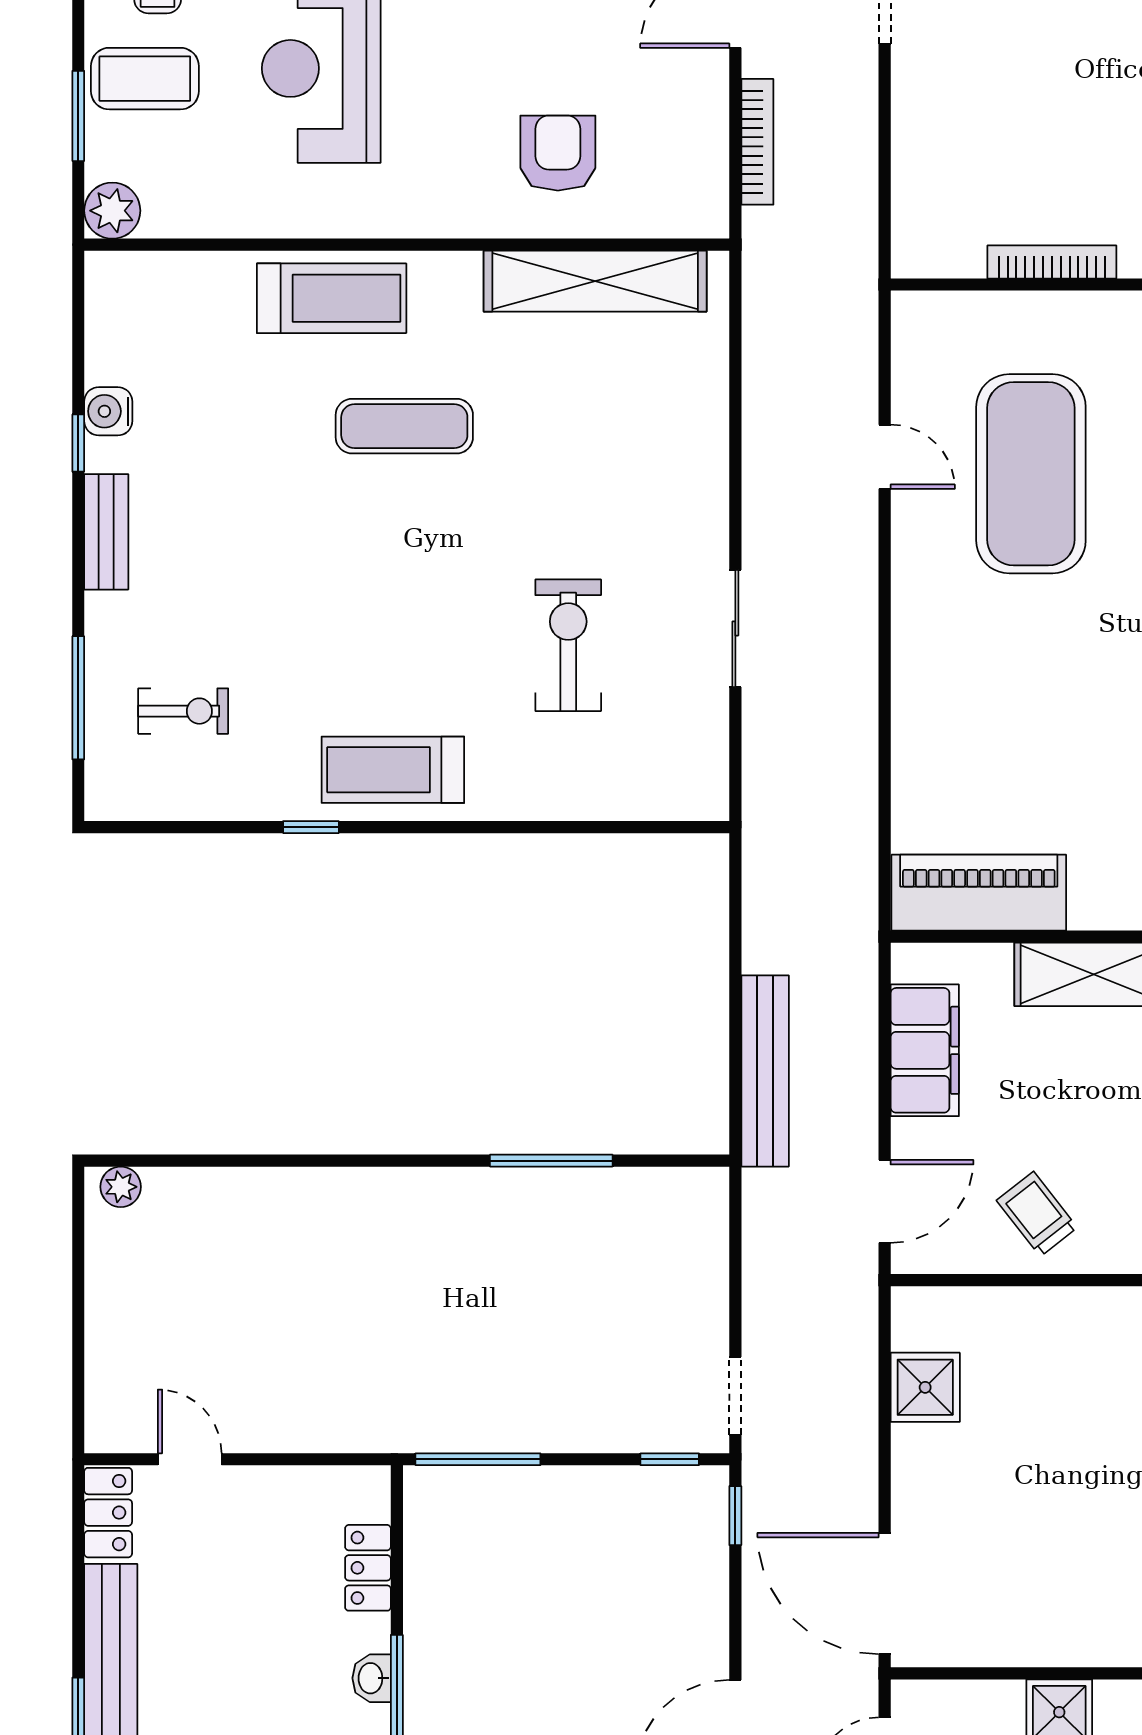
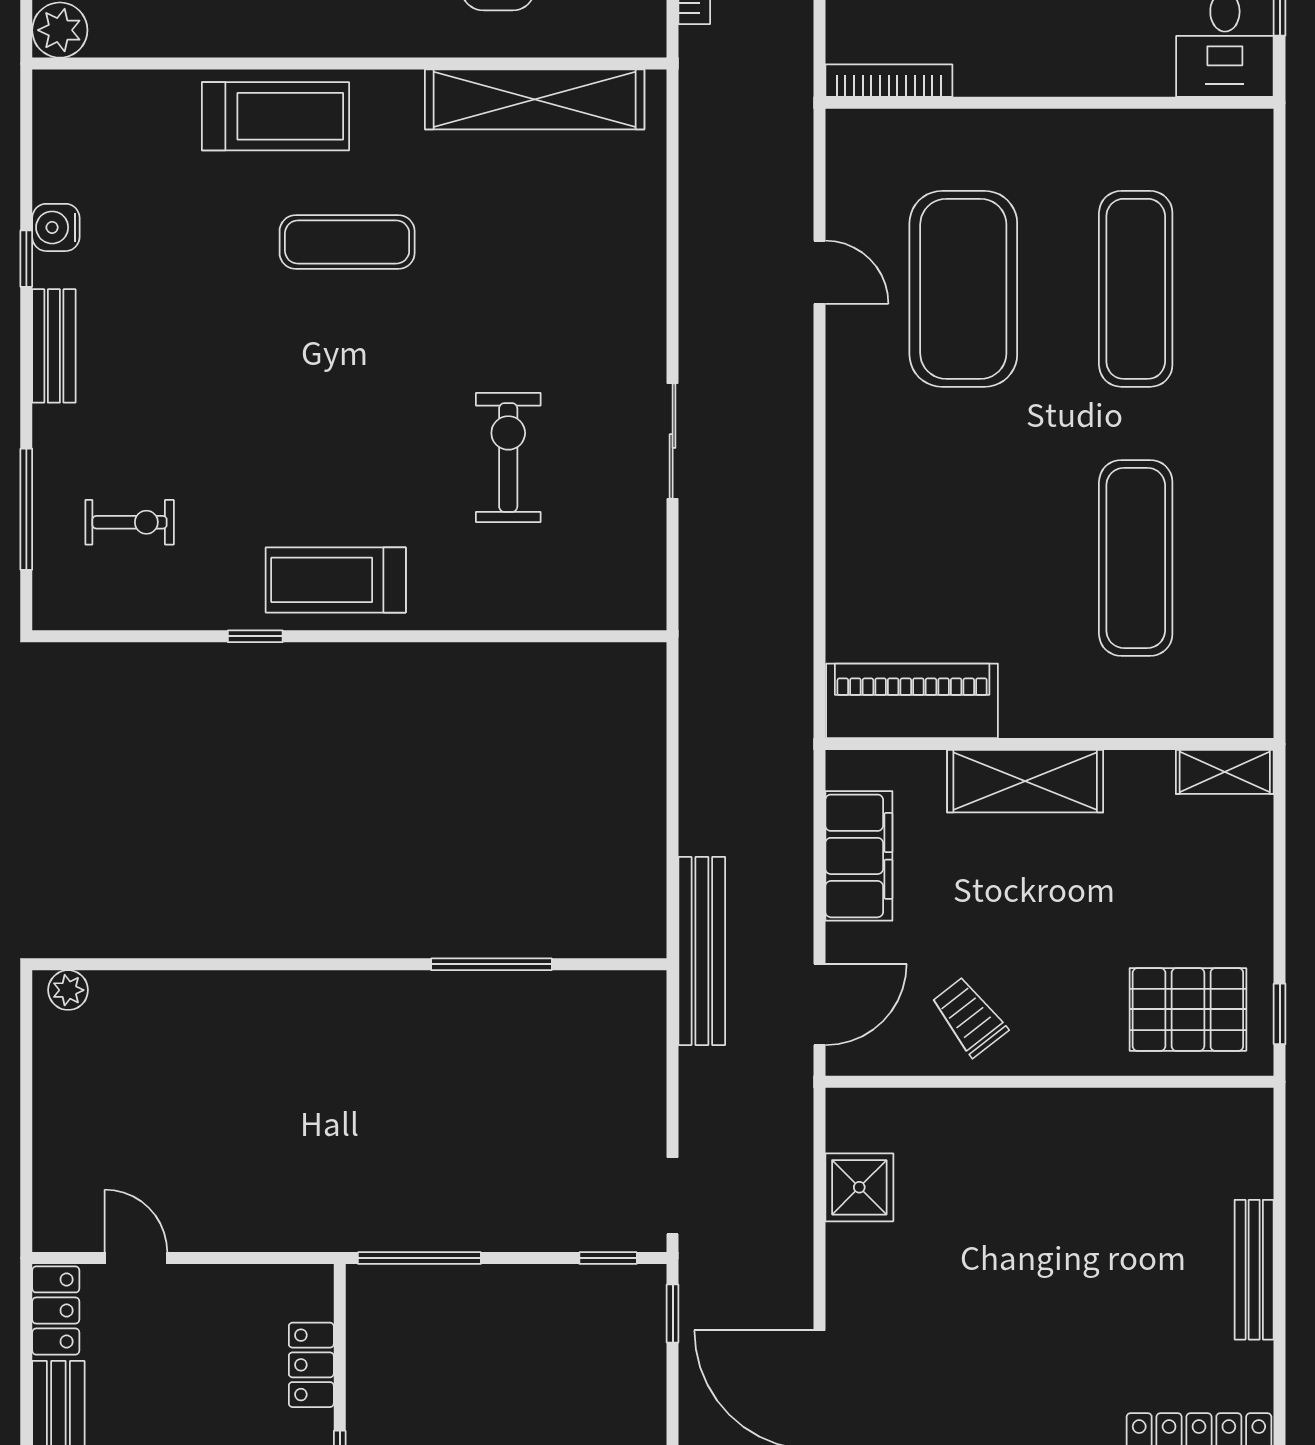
bookcase: (1052, 262) -> (889, 81), moved
bench: (765, 1071) -> (702, 951), moved

